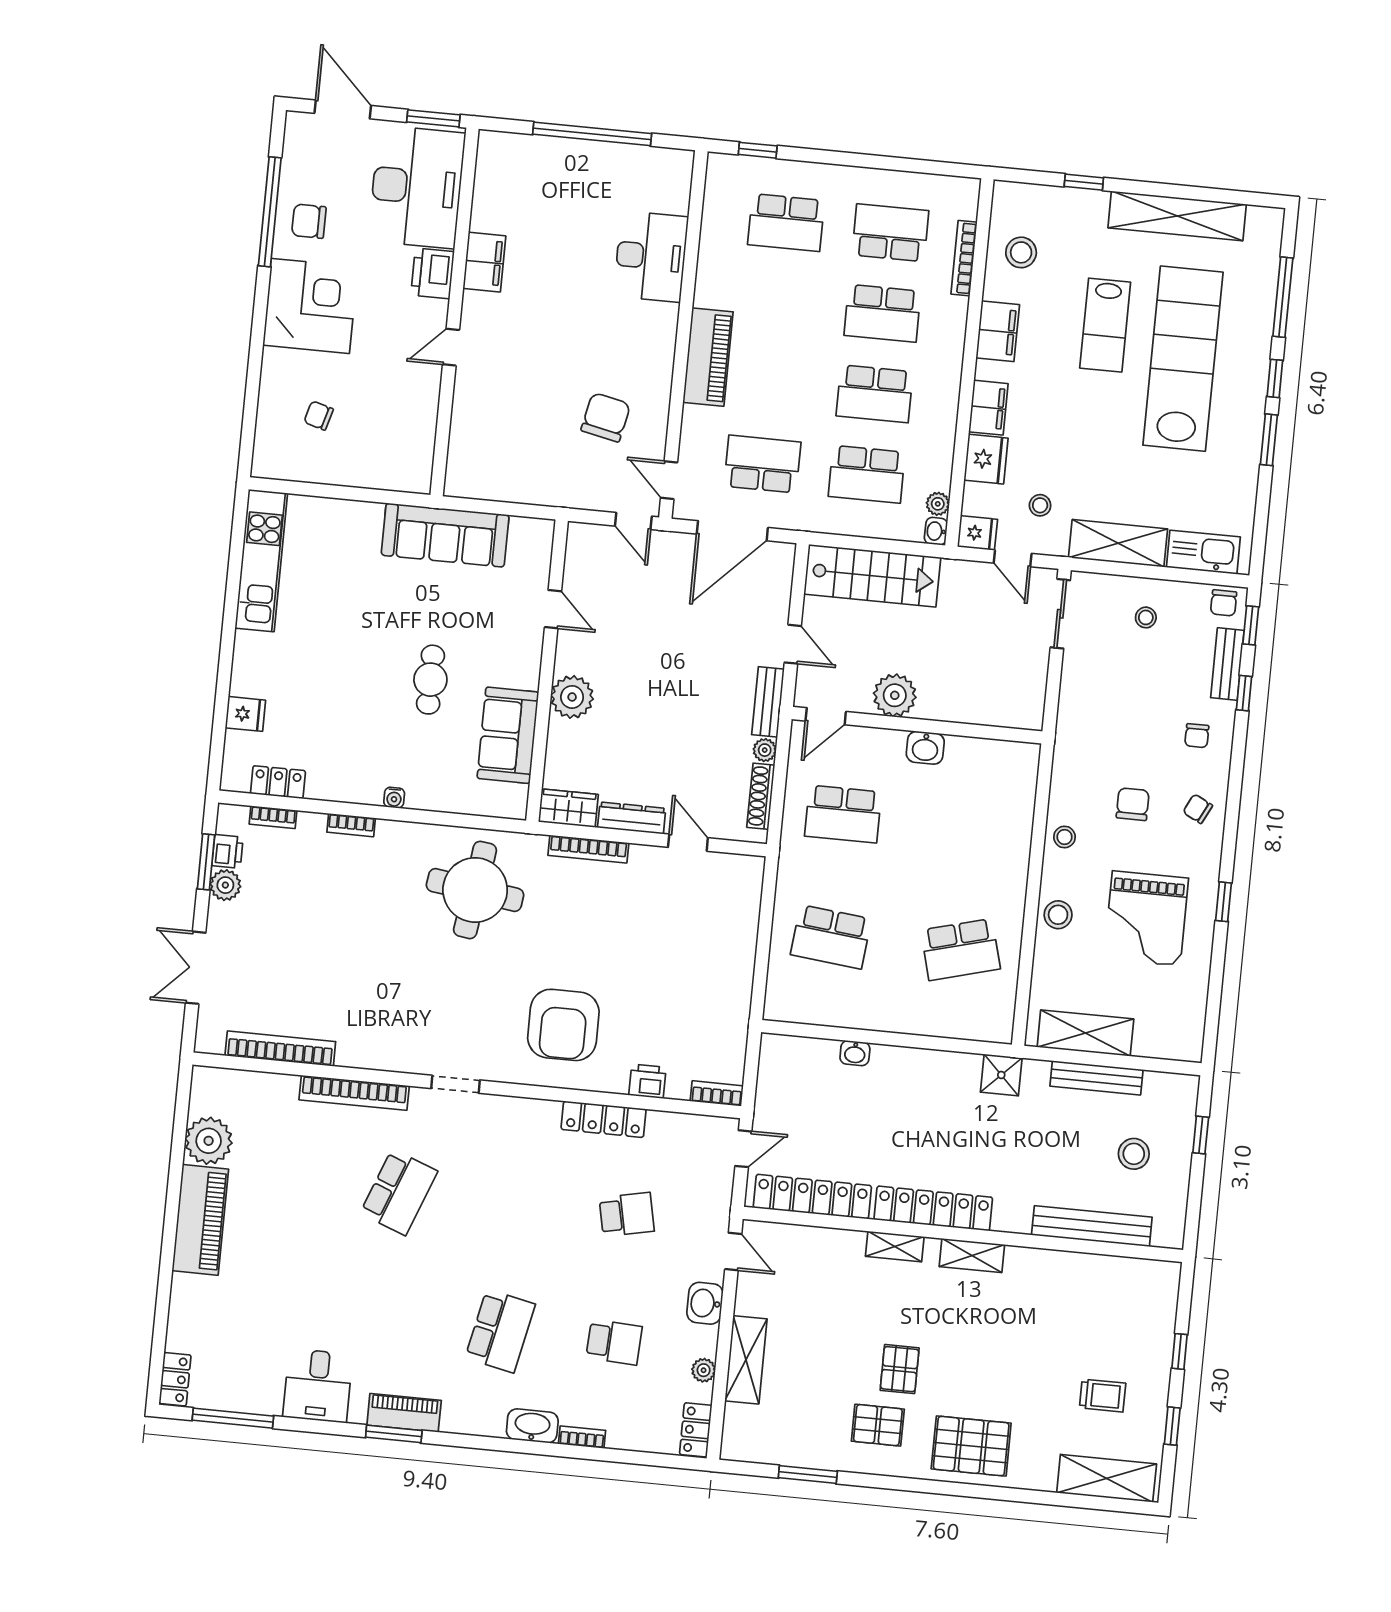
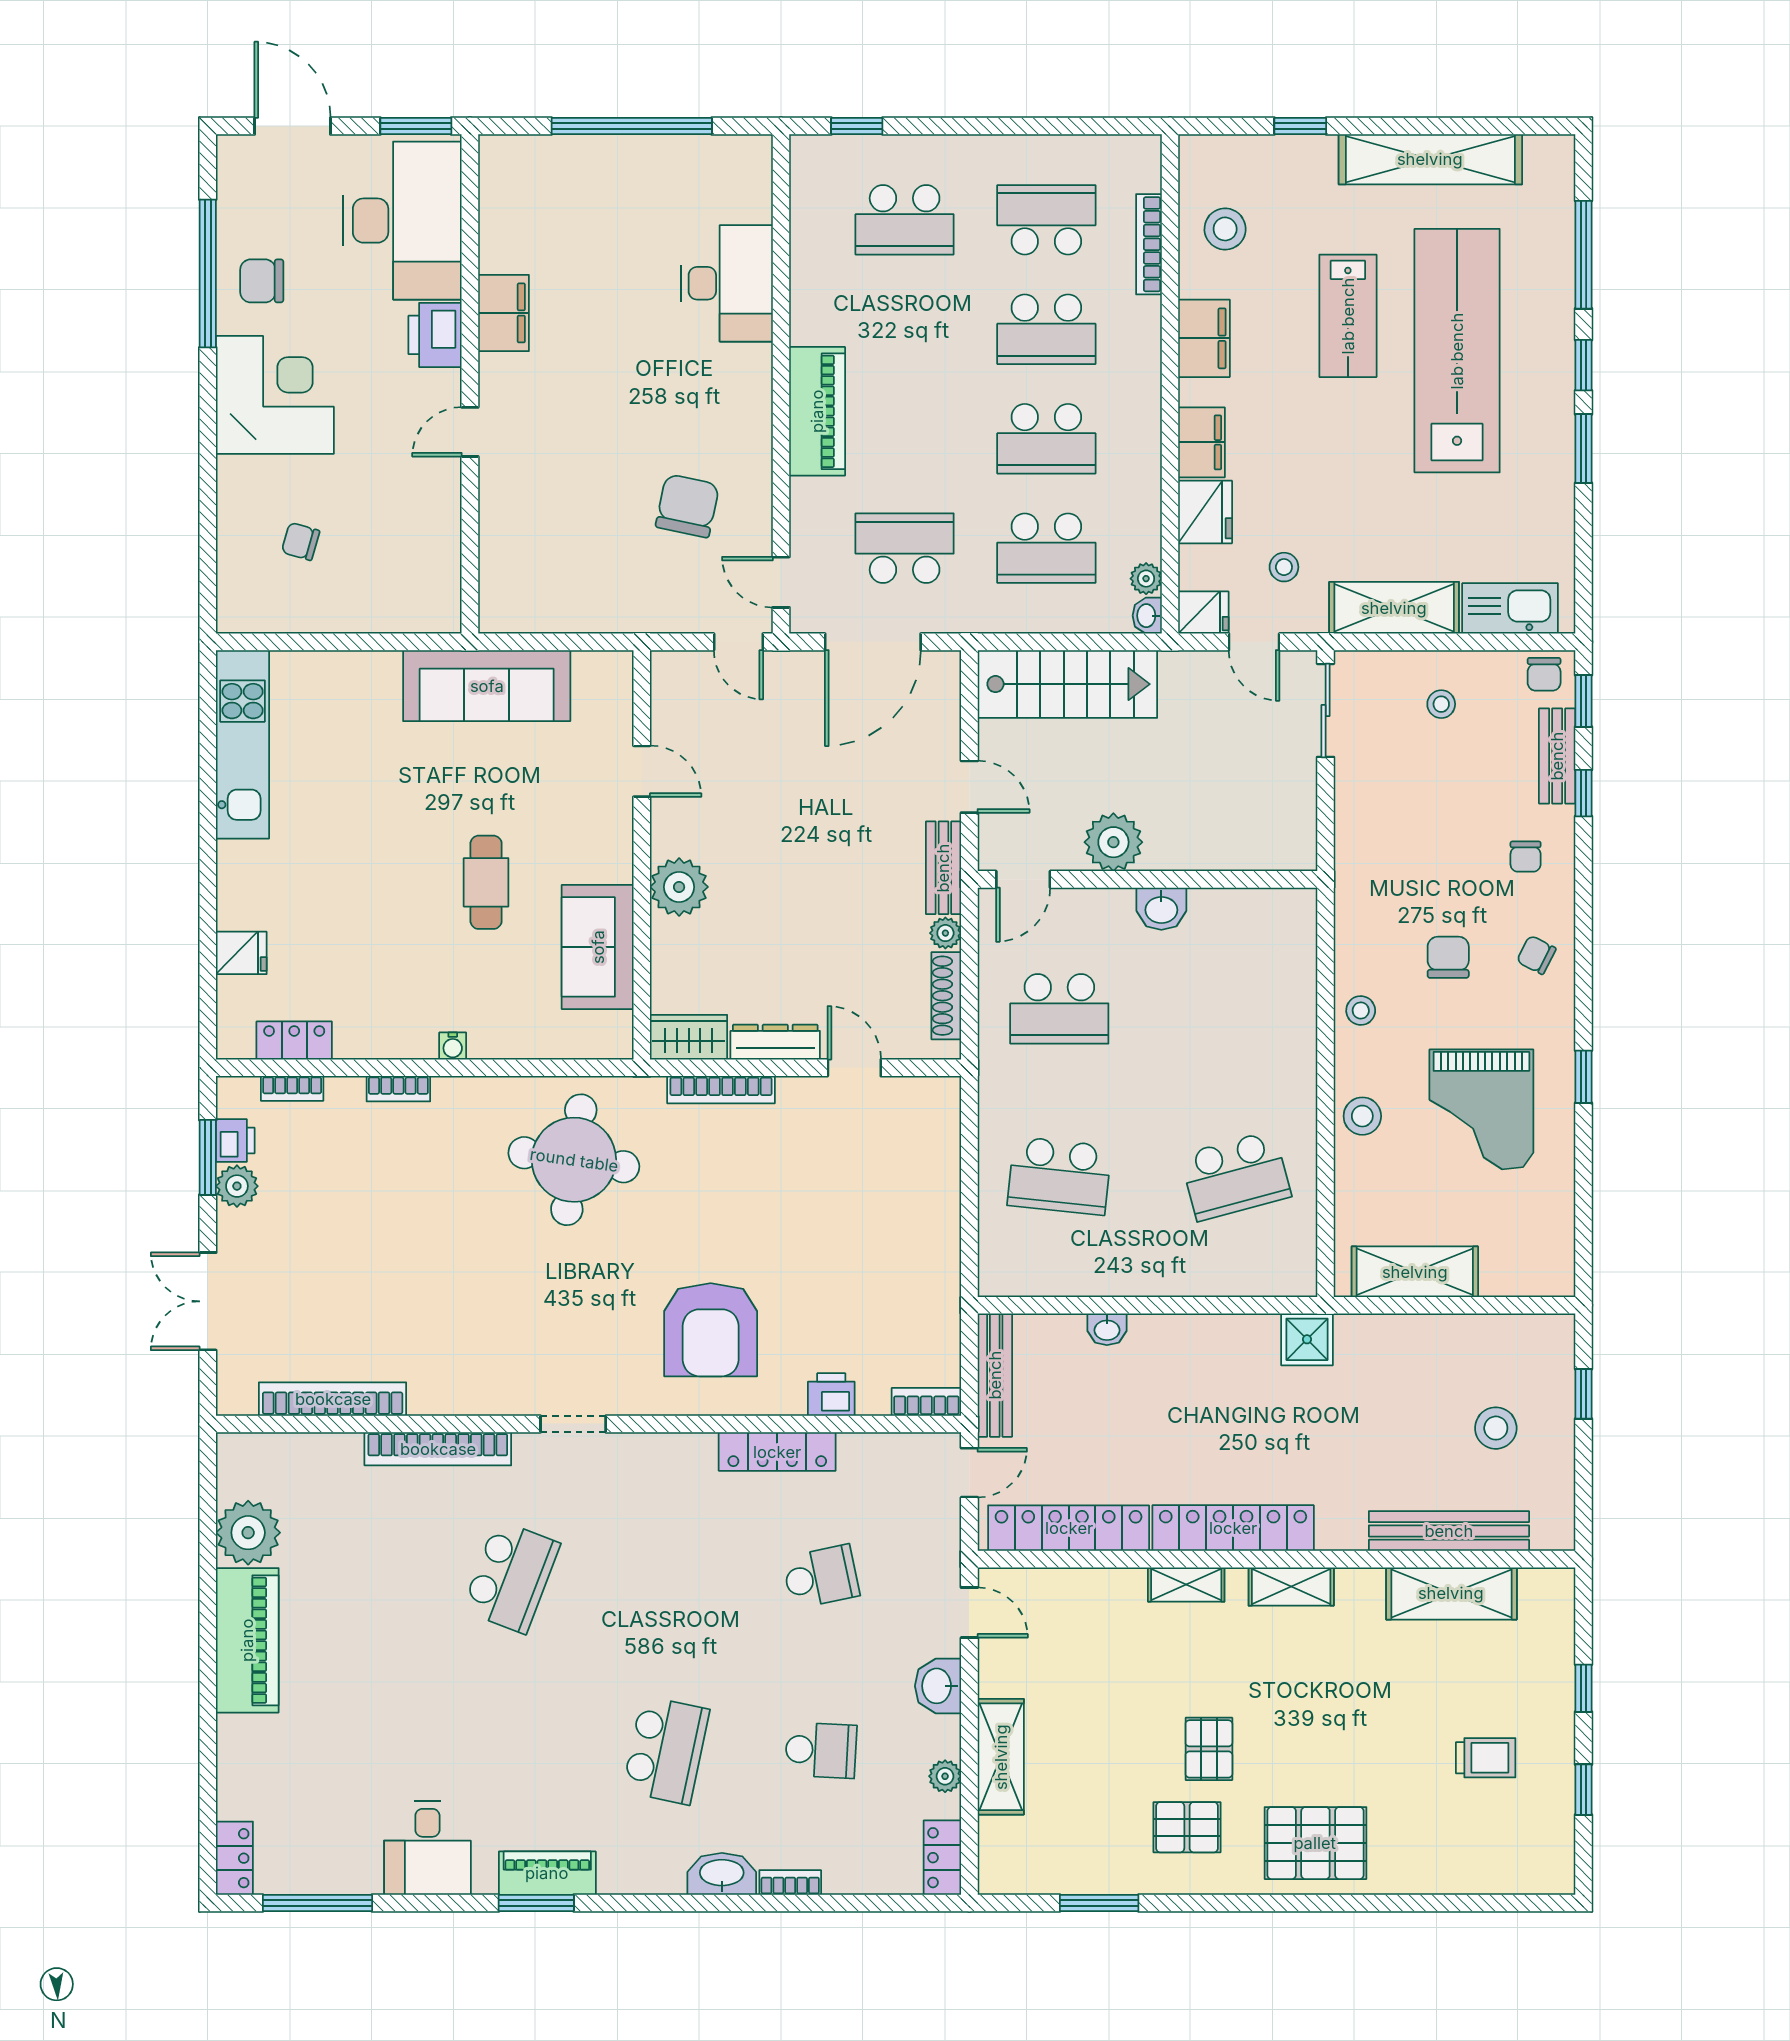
bench: (1096, 1078) -> (995, 1375), moved, turned 90
shelving: (1107, 1478) -> (1451, 1593), moved

